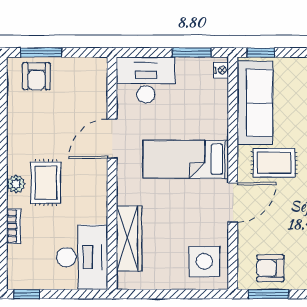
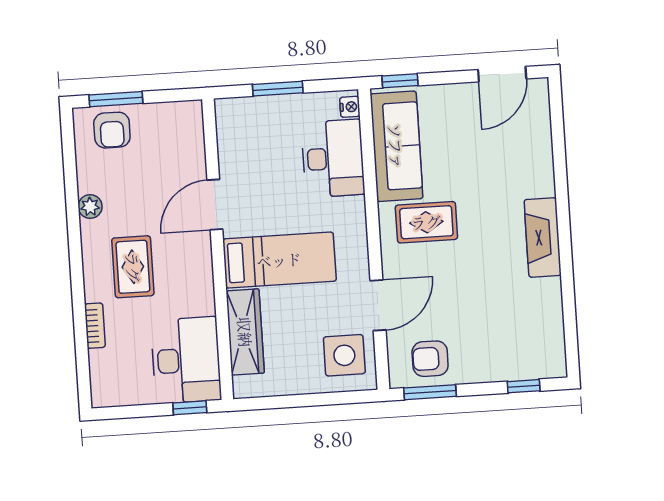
window: (192, 53) -> (278, 89), moved
desk: (146, 80) -> (333, 158), moved, turned 90
bed: (186, 159) -> (279, 260), moved, turned 180
plant: (16, 184) -> (90, 207), moved
door: (233, 202) -> (378, 305), moved
window: (27, 294) -> (190, 408), moved

